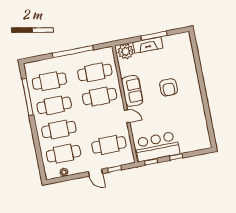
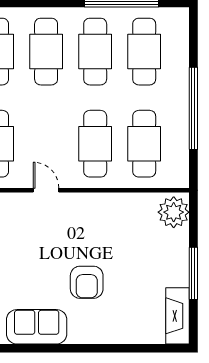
fireplace: (148, 45) -> (178, 316), moved
armchair: (169, 87) -> (87, 282), turned -90
sofa: (132, 91) -> (37, 327), moved, turned 180
door: (127, 116) -> (46, 190), swing flipped

